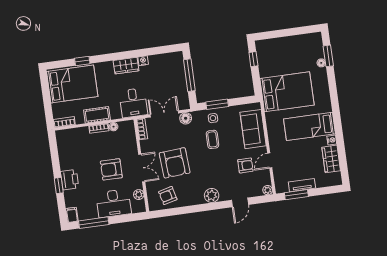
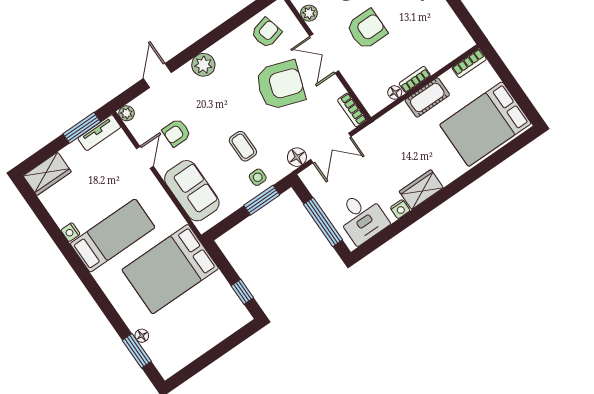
window: (82, 61) -> (488, 164), removed
desk: (133, 103) -> (362, 217), moved, turned 180
wardrobe: (331, 159) -> (47, 174), moved, turned 90
armchair: (175, 163) -> (280, 85), turned 113
tv unit: (302, 185) -> (99, 133), moved

